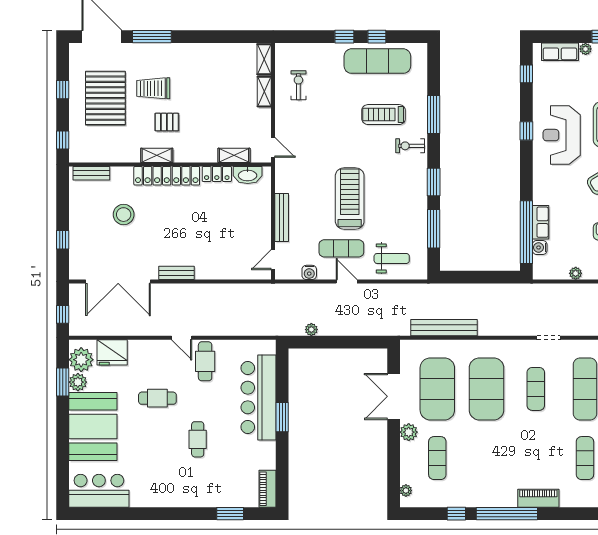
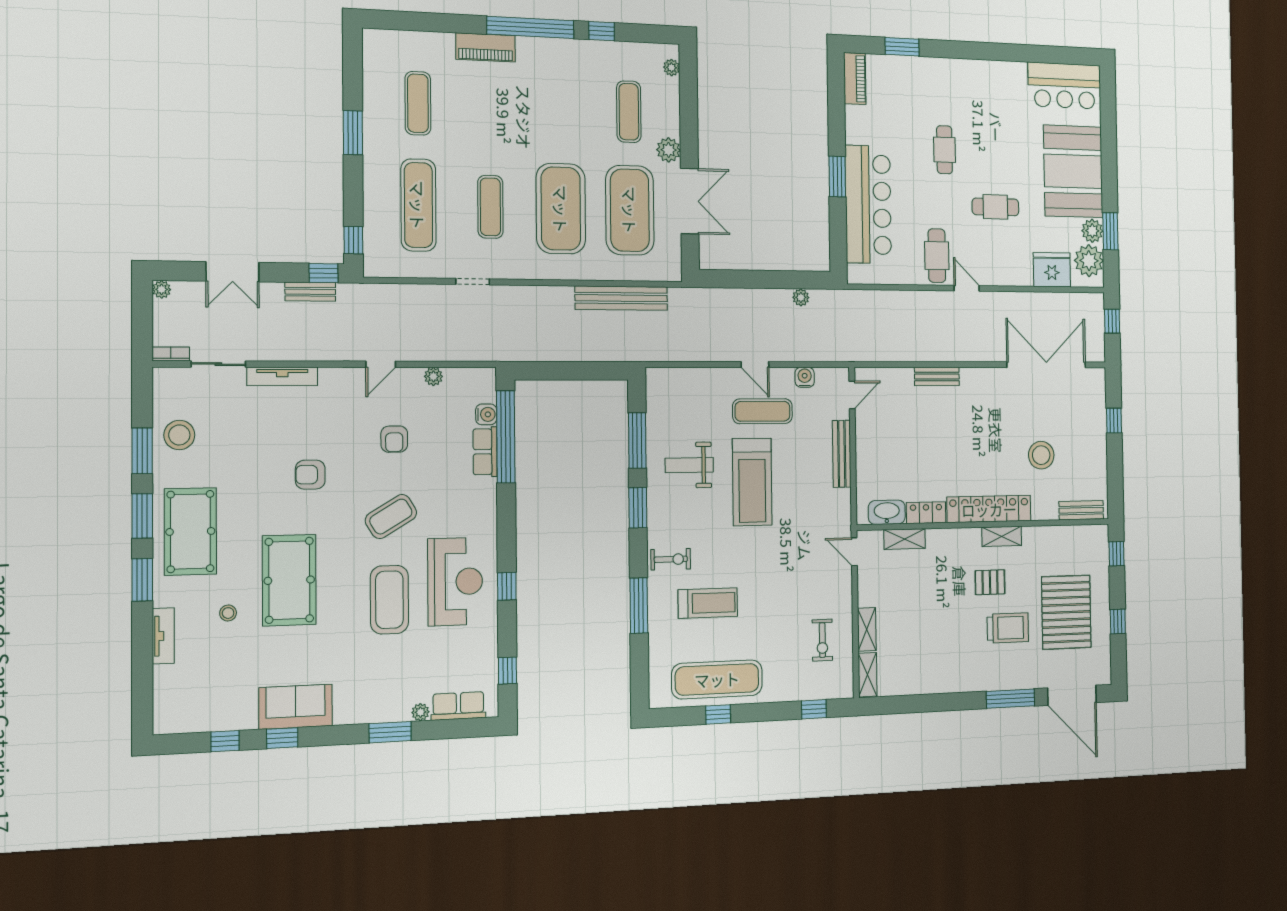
window: (344, 37) -> (814, 709), moved
weight bench: (392, 258) -> (689, 465), moved
bench: (177, 273) -> (937, 376), moved

